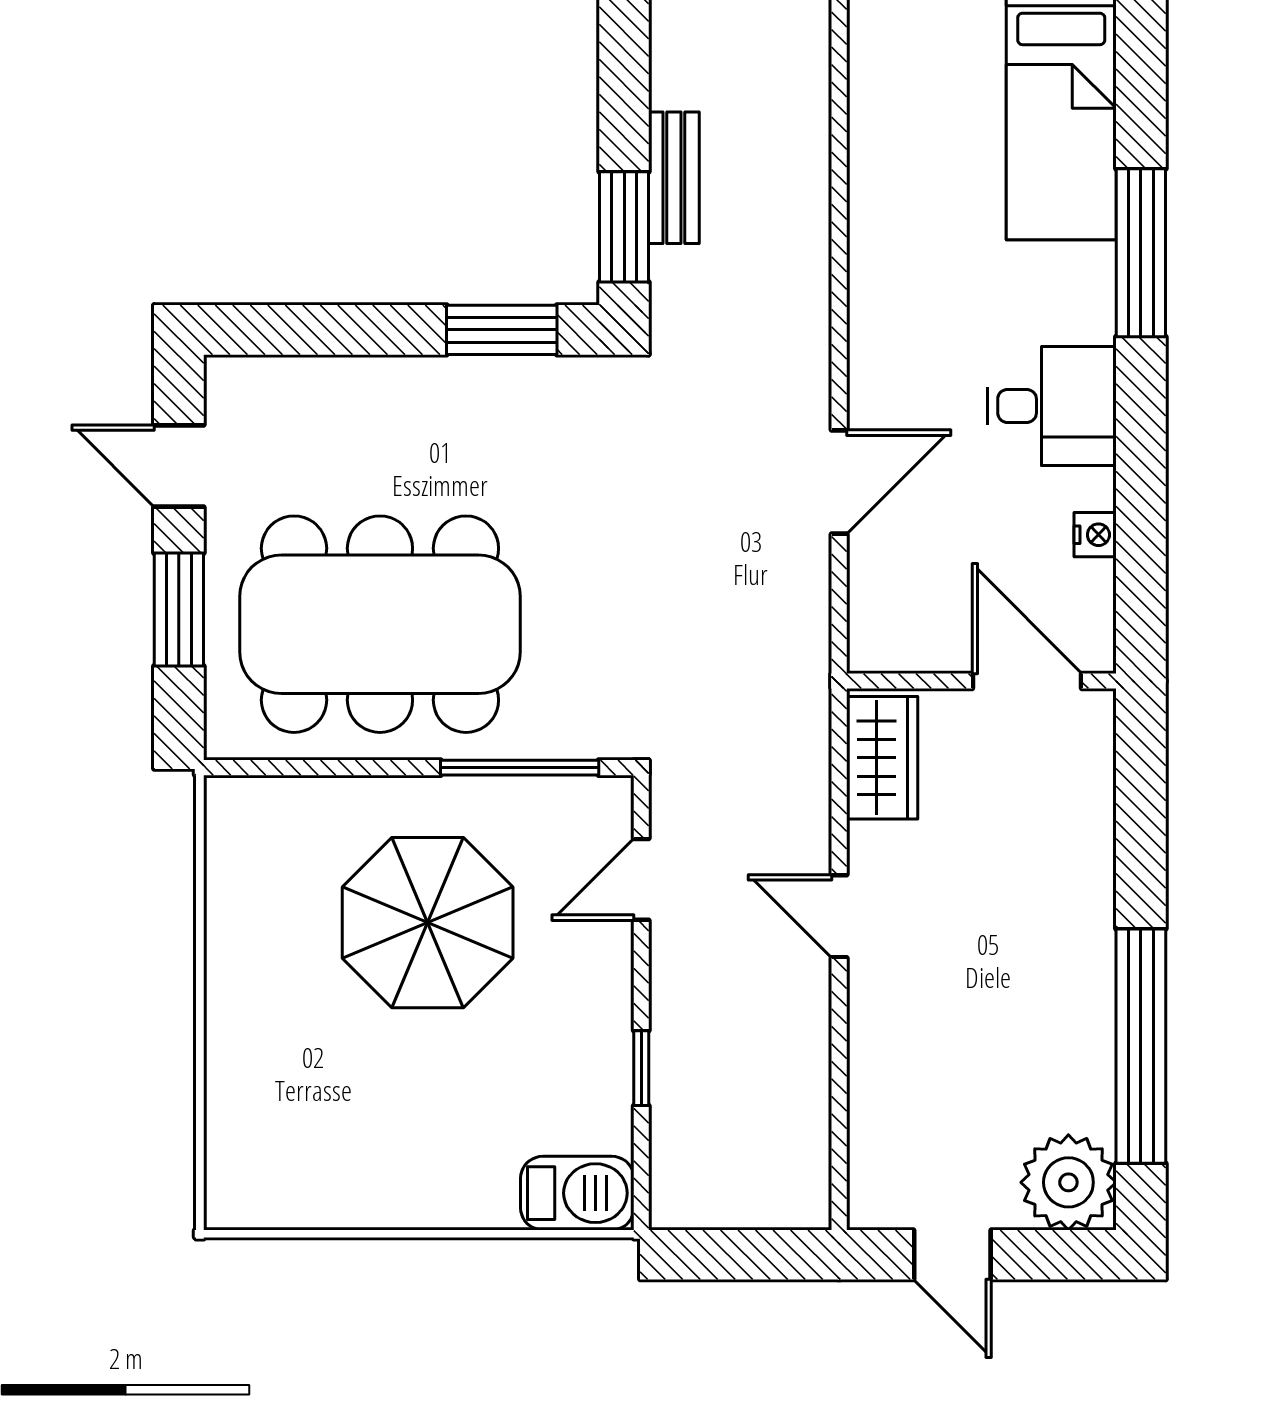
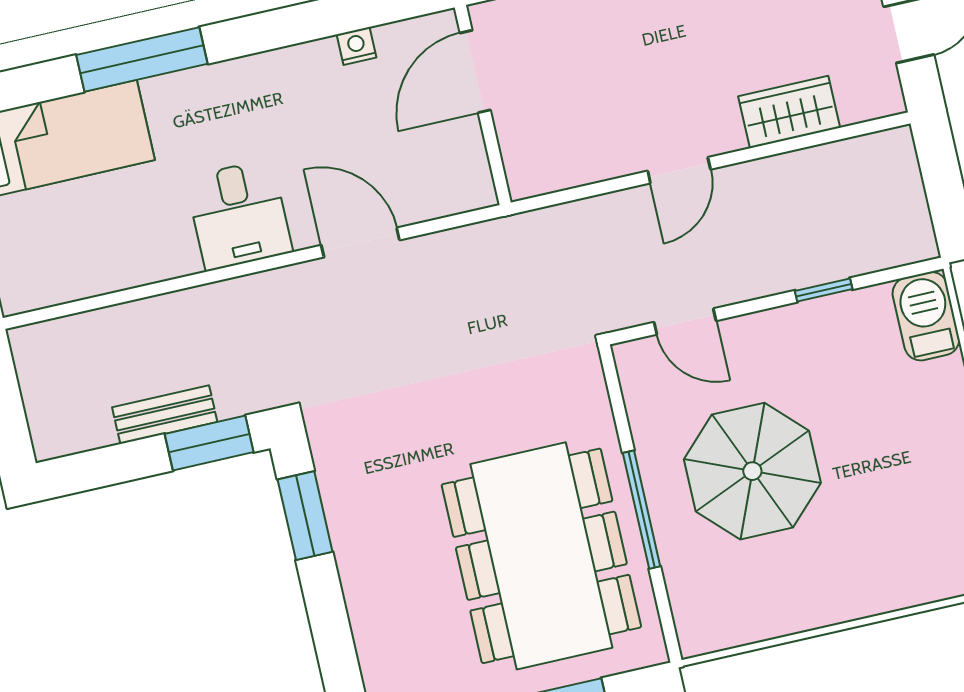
desk: (1052, 406) -> (239, 215), moved, turned 180
wardrobe: (882, 758) -> (789, 112), moved
window: (520, 768) -> (642, 510), moved

